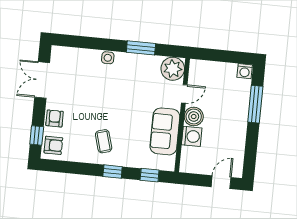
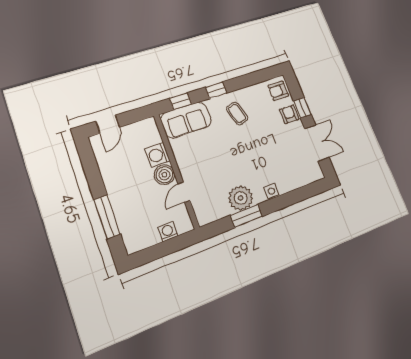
plant: (173, 69) -> (241, 198), moved
washing machine: (245, 71) -> (168, 232), moved
armchair: (55, 118) -> (289, 114), turned 180
sofa: (165, 131) -> (186, 120), moved, turned 90
window: (37, 135) -> (302, 108), moved

